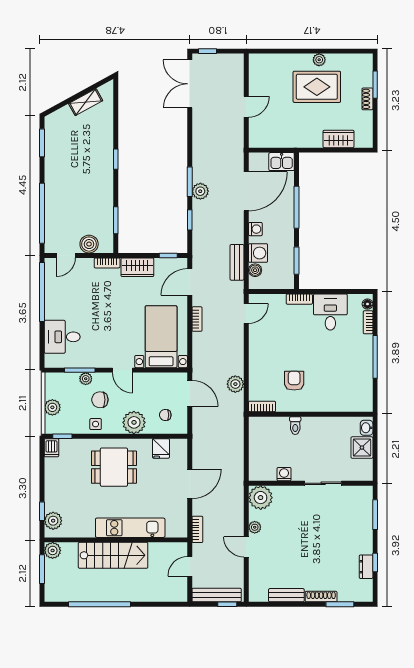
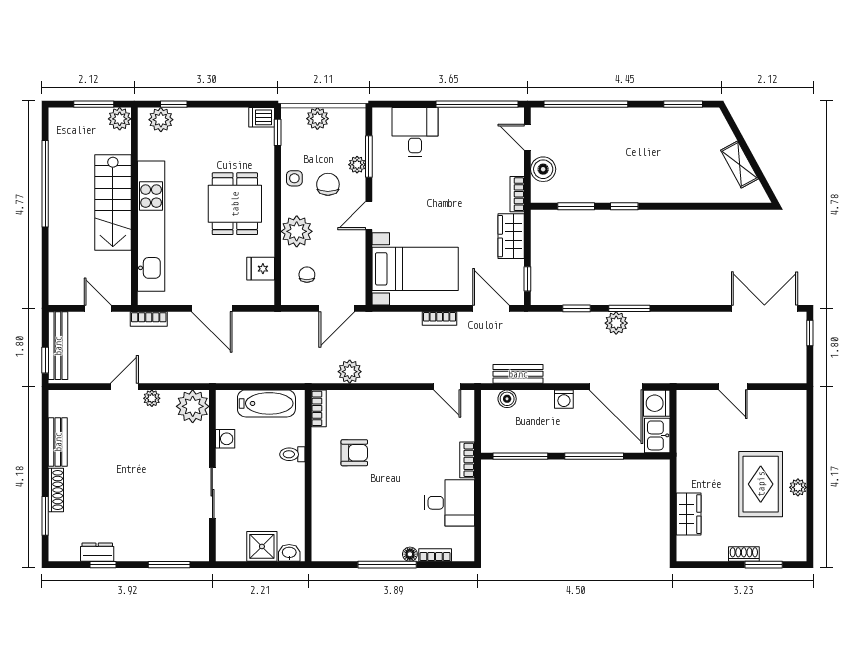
window: (116, 159) -> (624, 206), moved
washing machine: (258, 253) -> (657, 403), moved, turned 90
window: (297, 261) -> (520, 456), width x1.44
floor lamp: (367, 304) -> (410, 554), moved
bathtub: (258, 444) -> (266, 403), added
kitchen unit: (130, 528) -> (151, 226), width x1.36

